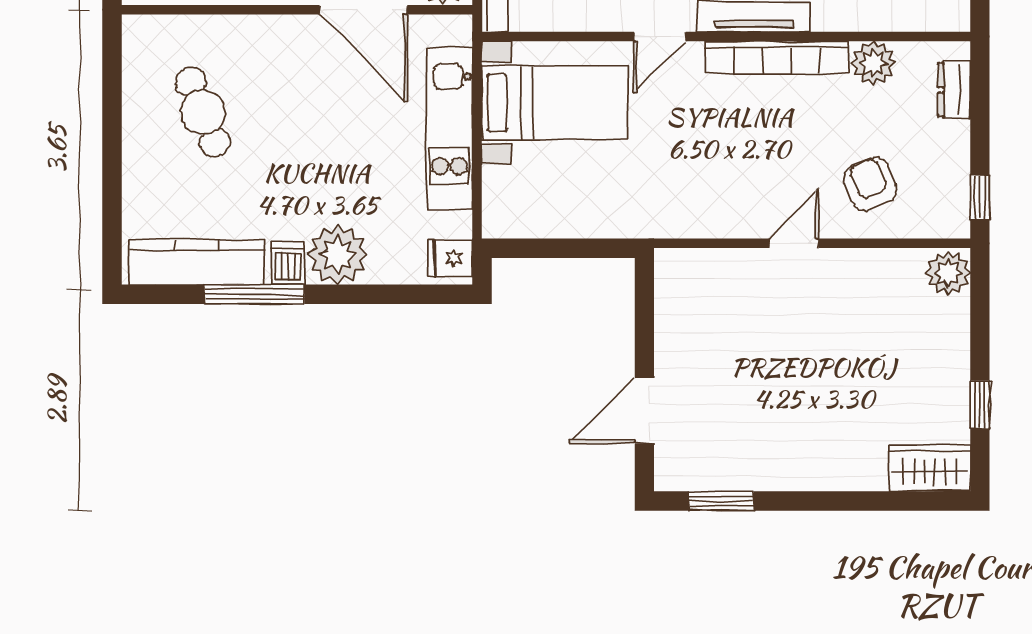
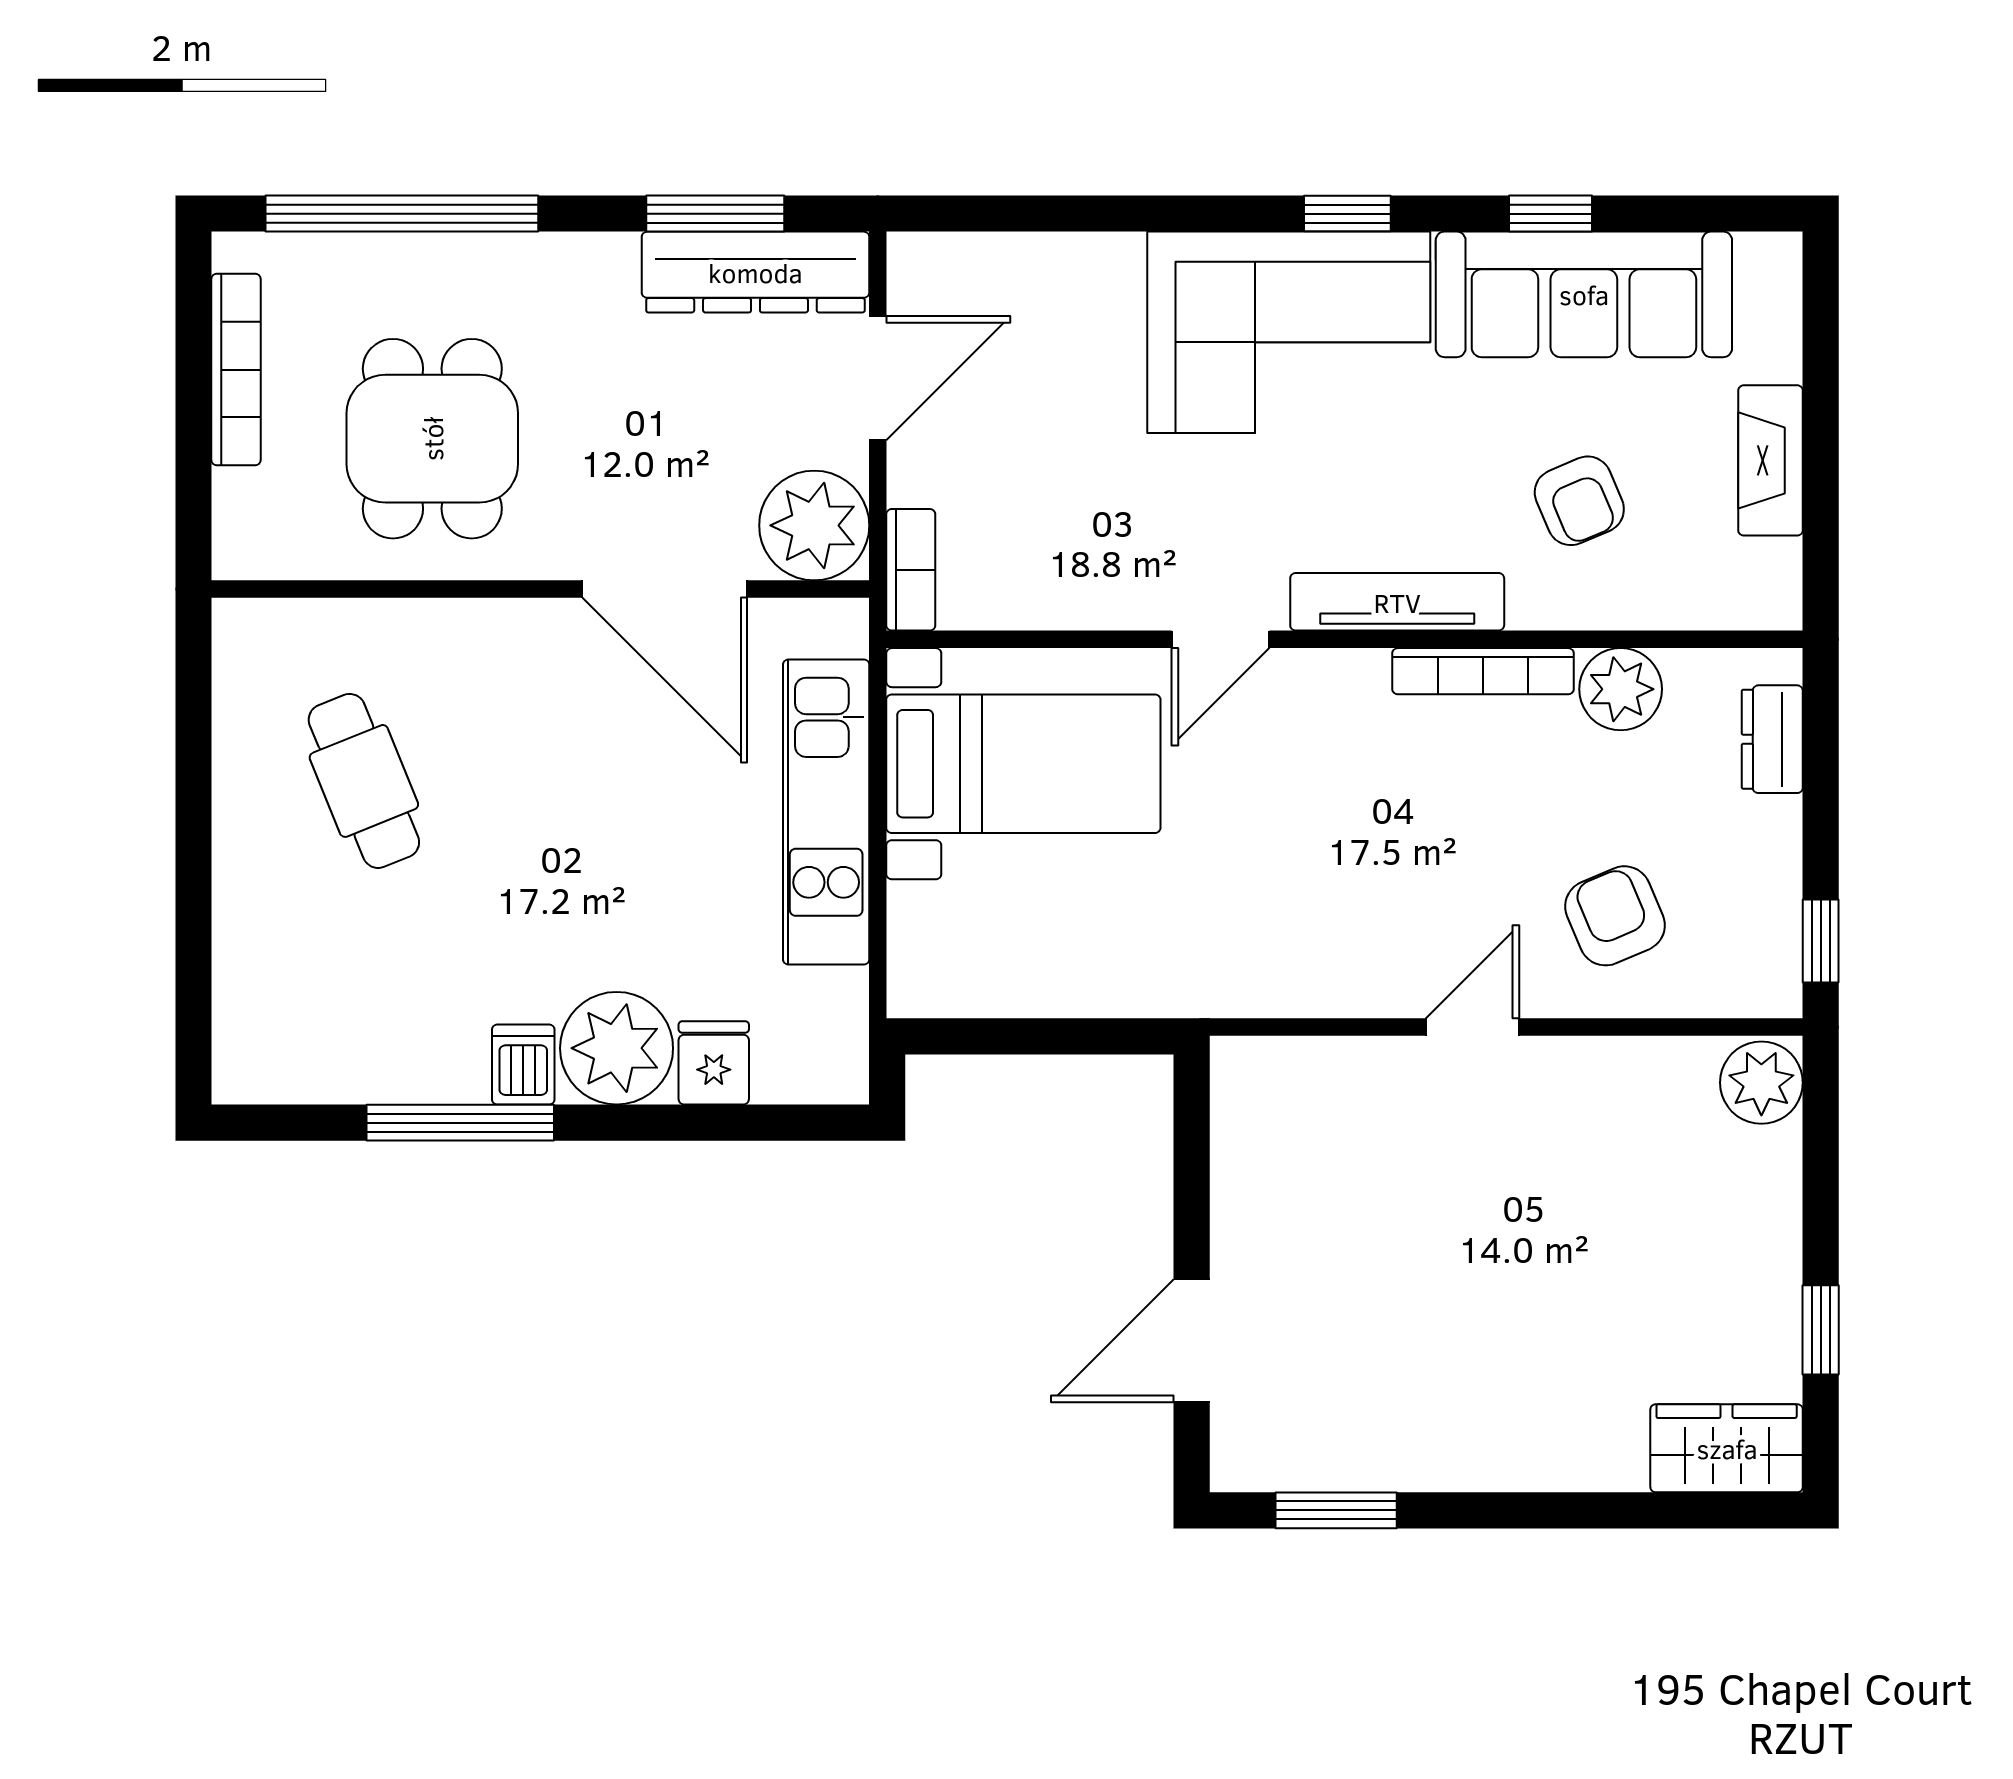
bookcase: (777, 57) -> (1483, 671), width x0.68, depth x0.76
fridge: (450, 258) -> (714, 1063), moved, turned 90
kitchen counter: (197, 262) -> (352, 1062), removed

